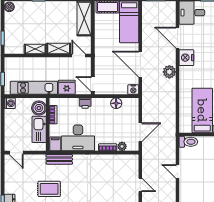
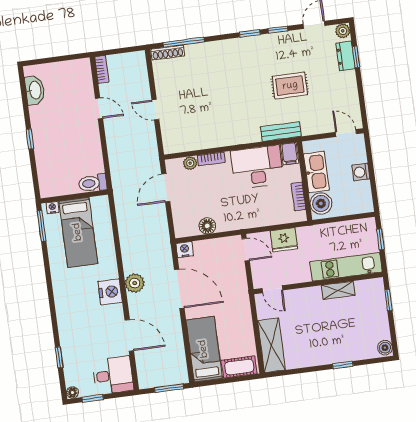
shelving: (59, 49) -> (303, 296), removed
nightstand: (186, 58) -> (110, 292), moved
kitchen unit: (34, 88) -> (346, 267), moved, turned 180
washing machine: (10, 103) -> (361, 172), moved
printer: (85, 103) -> (253, 220), removed
door: (178, 171) -> (99, 108), moved

